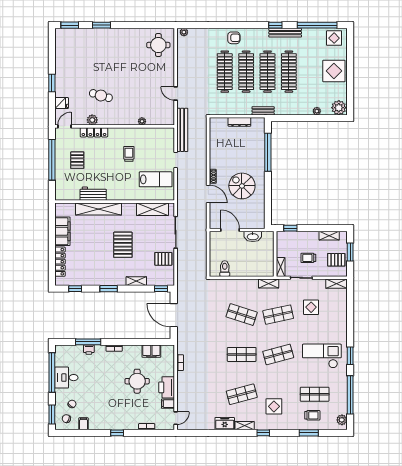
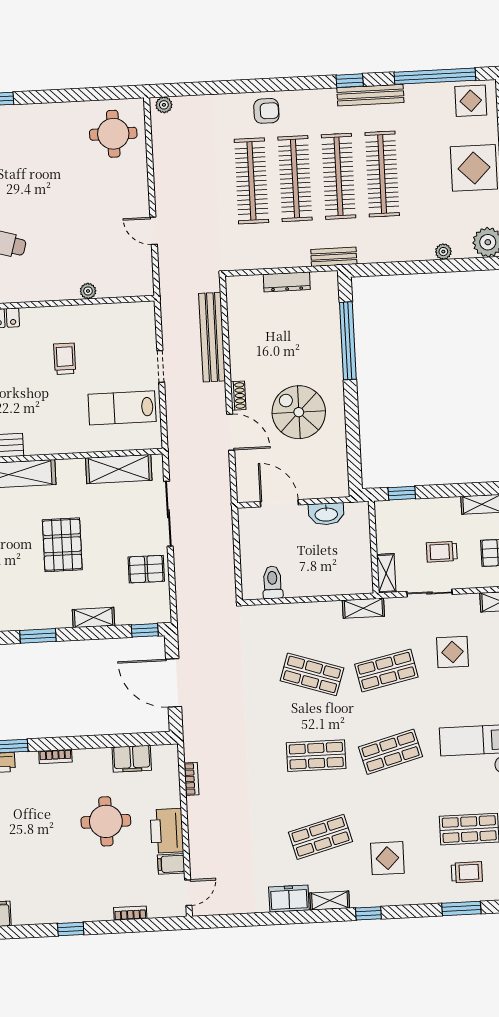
bench: (182, 130) -> (212, 337), moved
lab bench: (156, 179) -> (122, 408), turned 180

